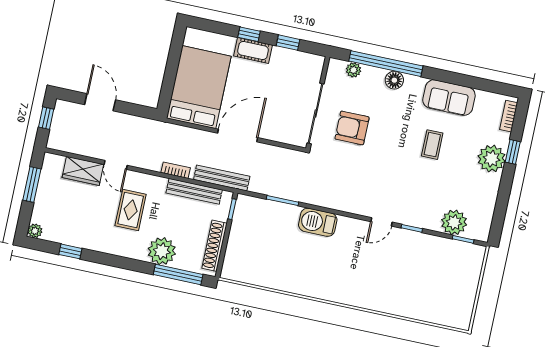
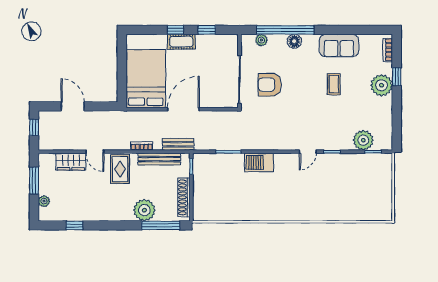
bench: (222, 178) -> (178, 144), width x0.73
rug: (131, 210) -> (120, 169), moved
plant: (35, 231) -> (44, 201), moved

